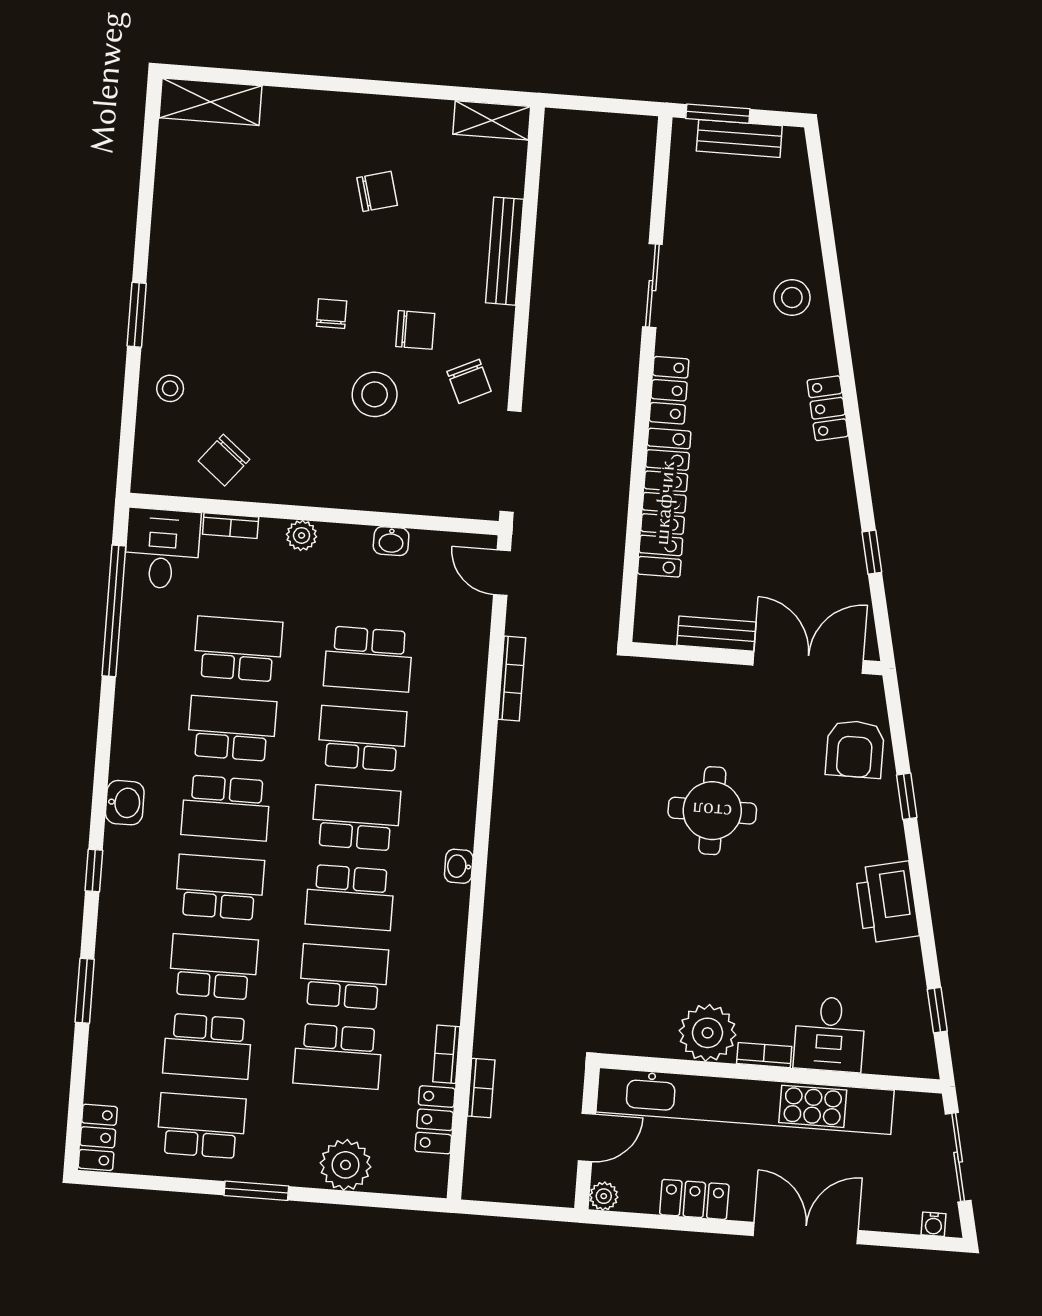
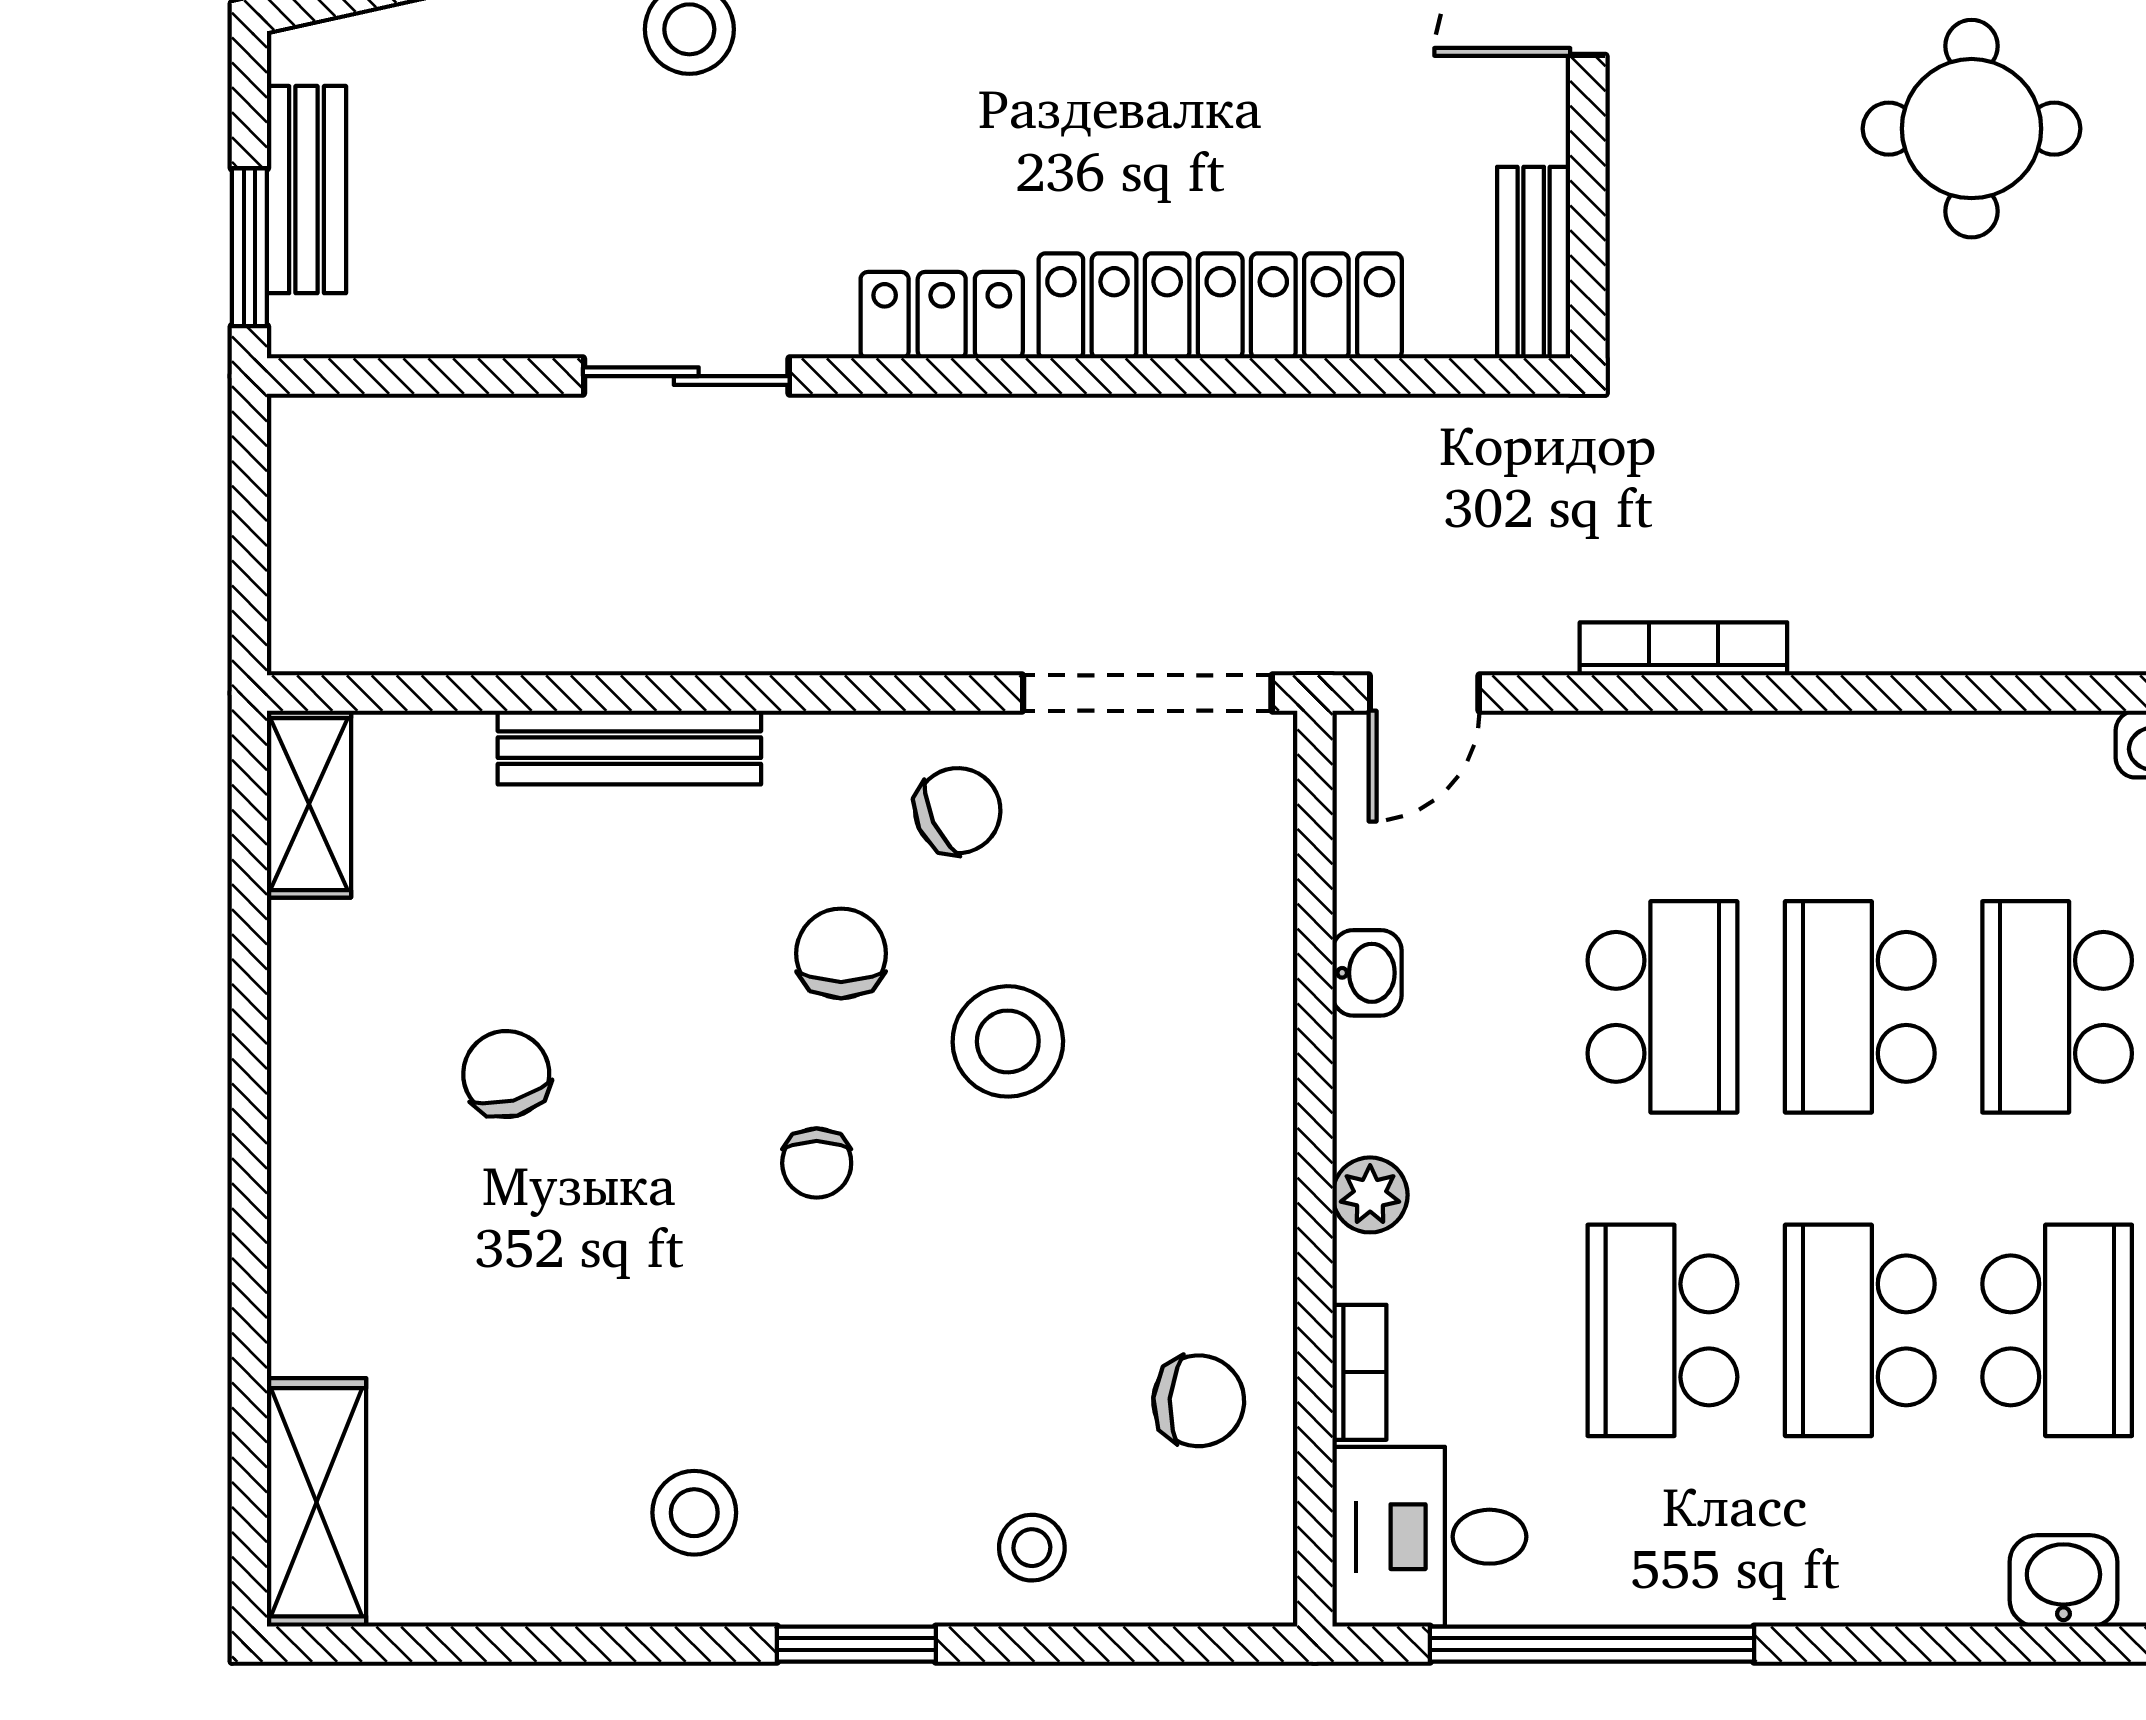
stool: (195, 254) -> (694, 1513), added
chair: (332, 314) -> (817, 1163), turned -90
chair: (224, 460) -> (1199, 1401), turned -35
bench: (716, 634) -> (1534, 263), moved

